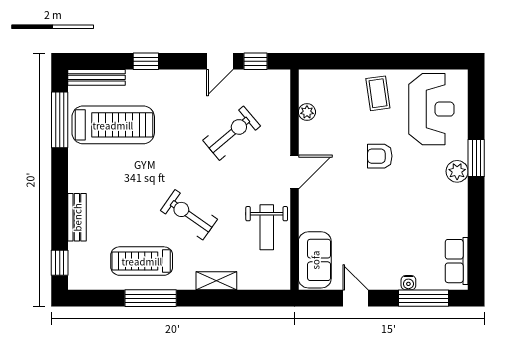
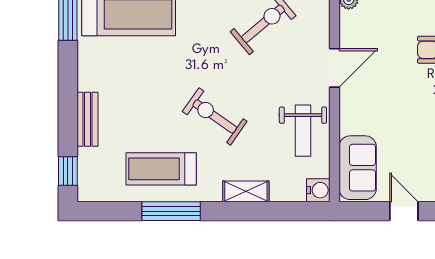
water cooler: (280, 280) -> (318, 190), added

